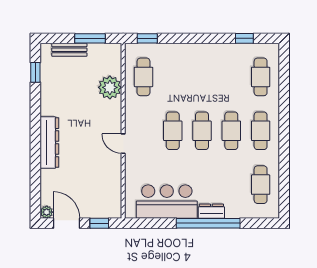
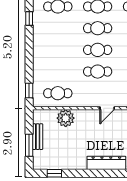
window: (90, 38) -> (29, 145), moved
bench: (69, 50) -> (38, 137), moved

